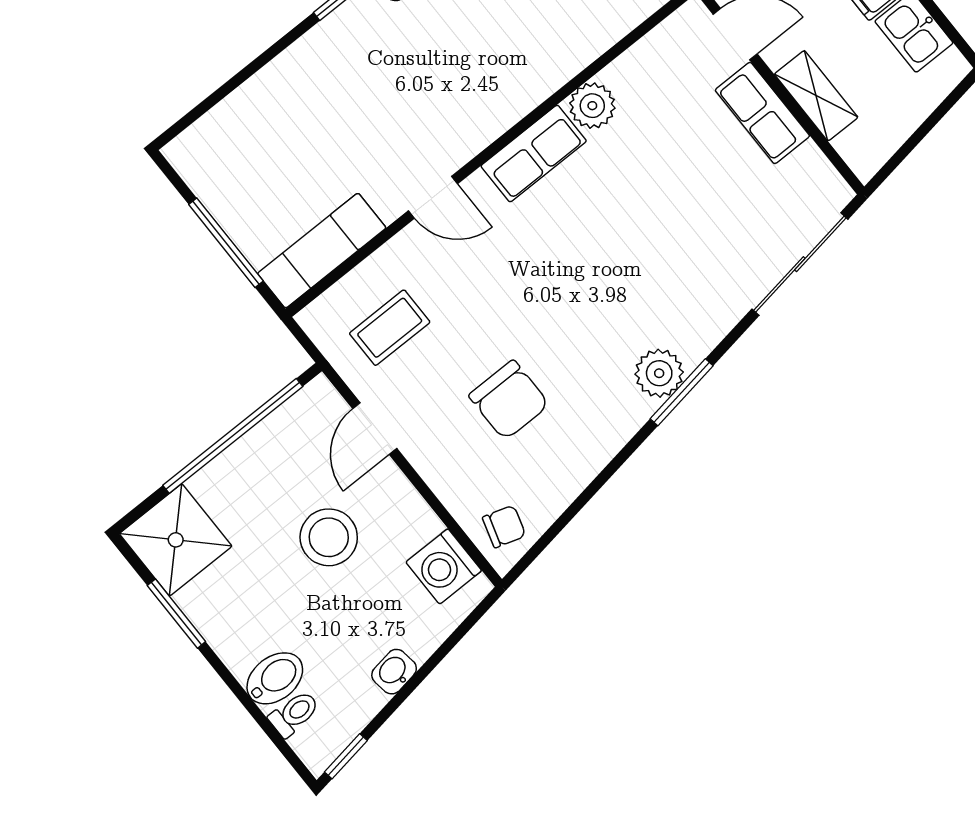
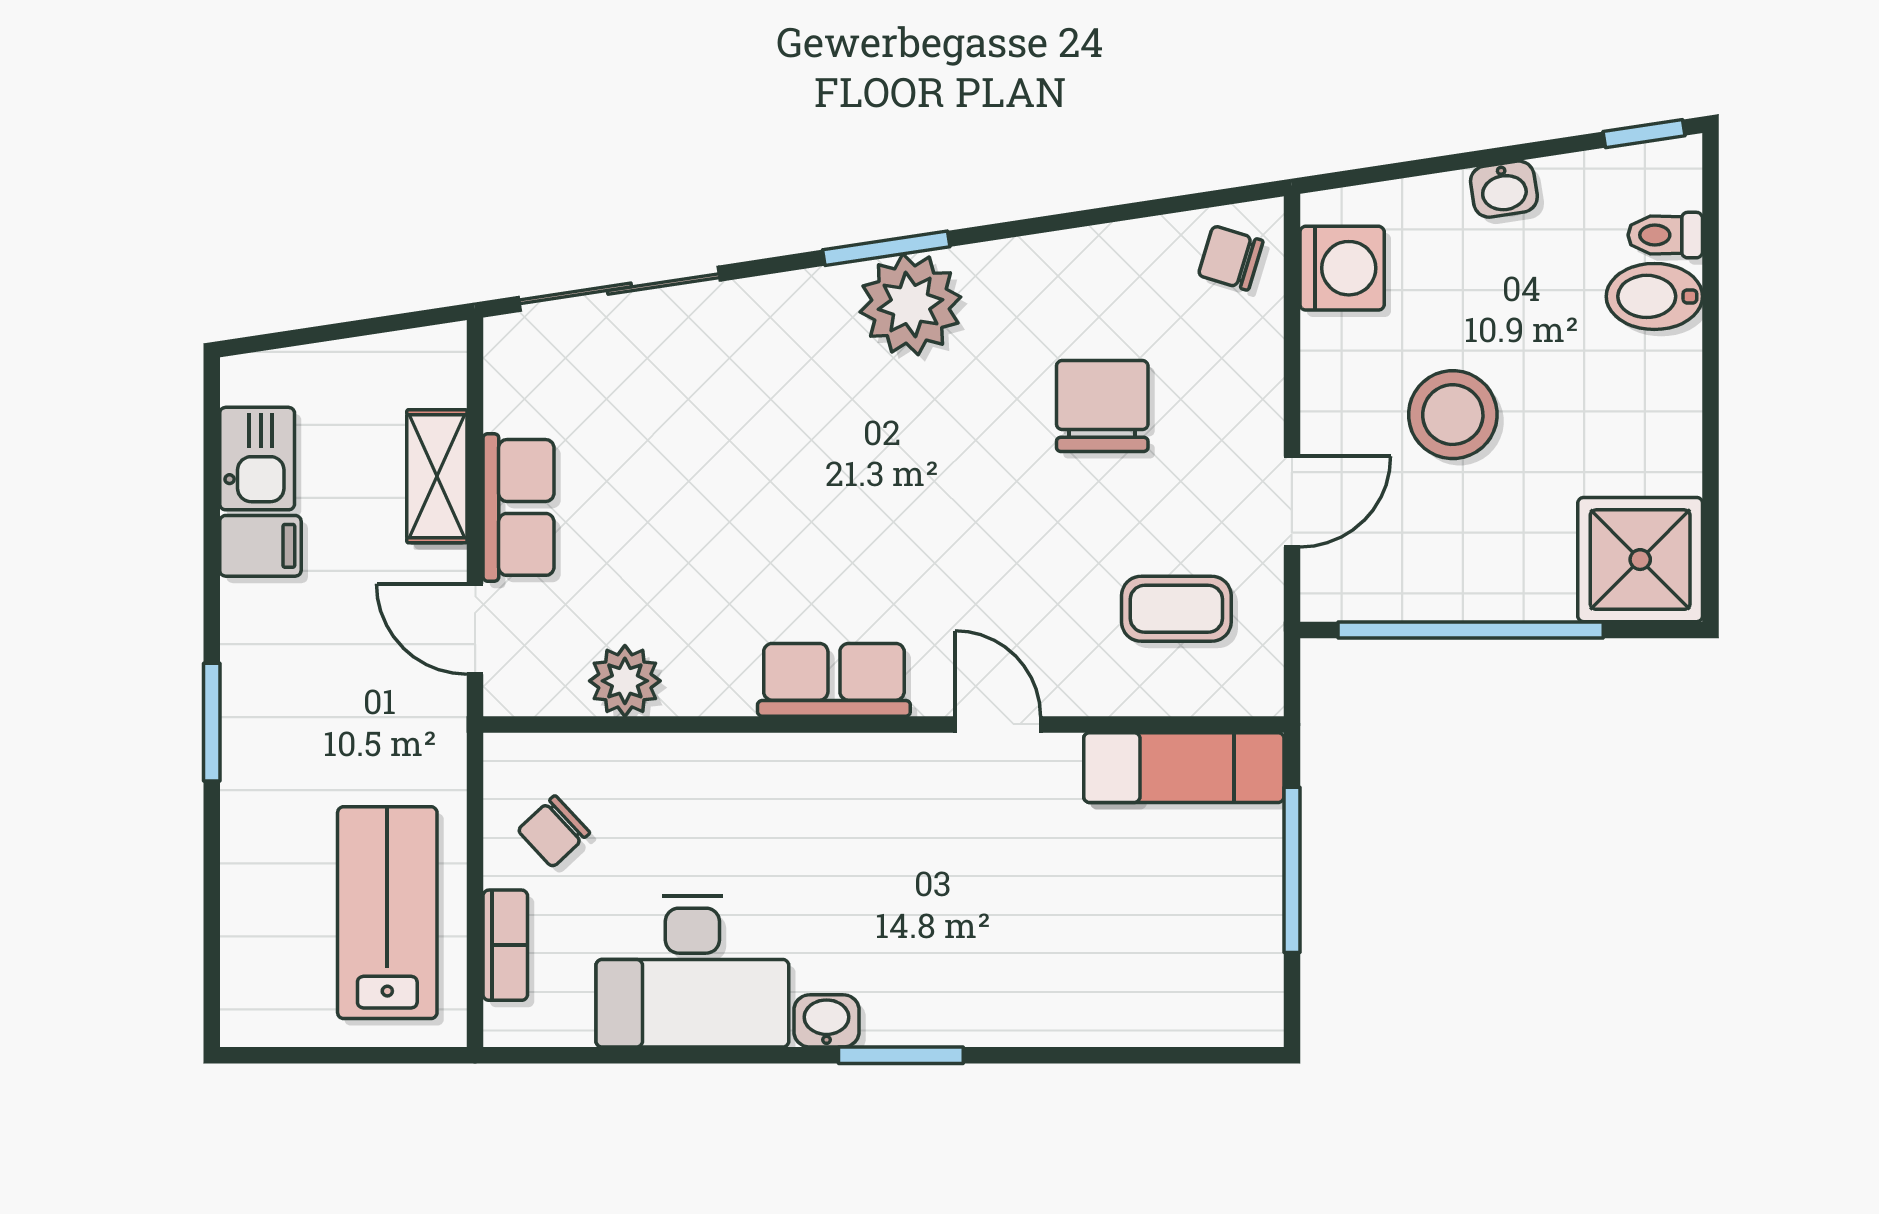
plant: (592, 106) -> (625, 681), moved
plant: (659, 373) -> (910, 304), width x1.36, depth x1.36
window: (176, 614) -> (1711, 470), removed

